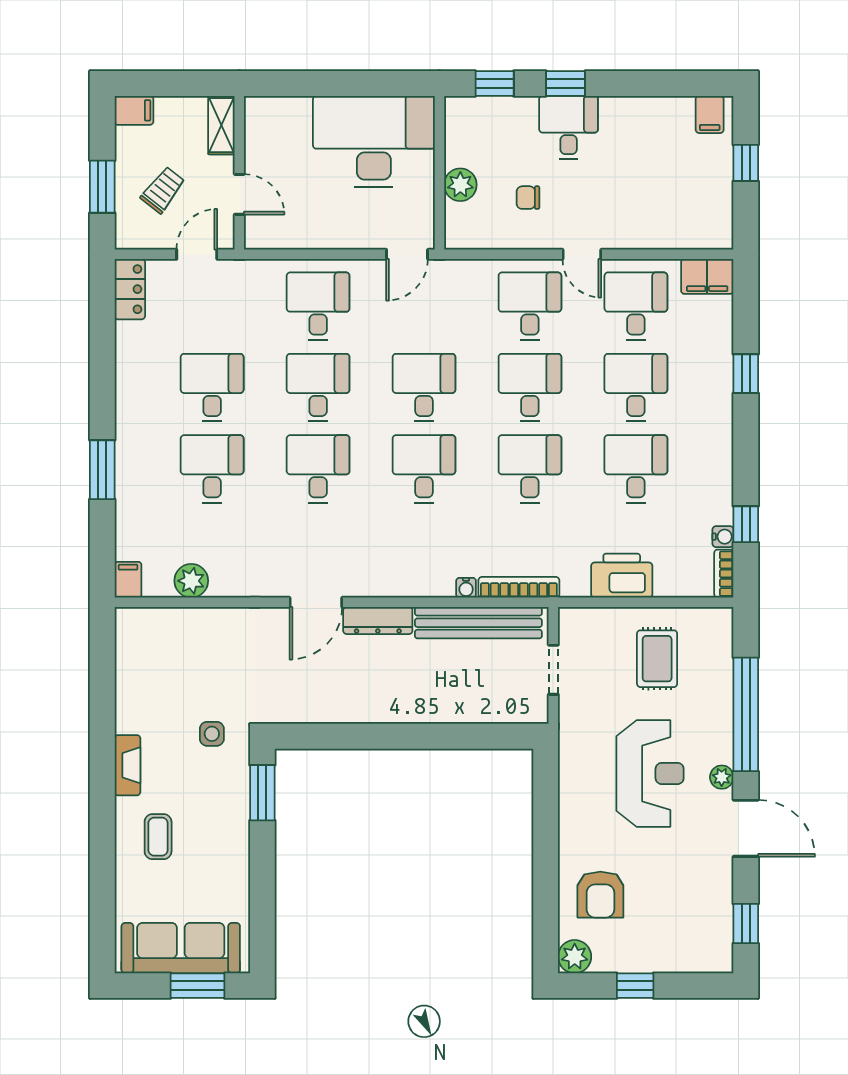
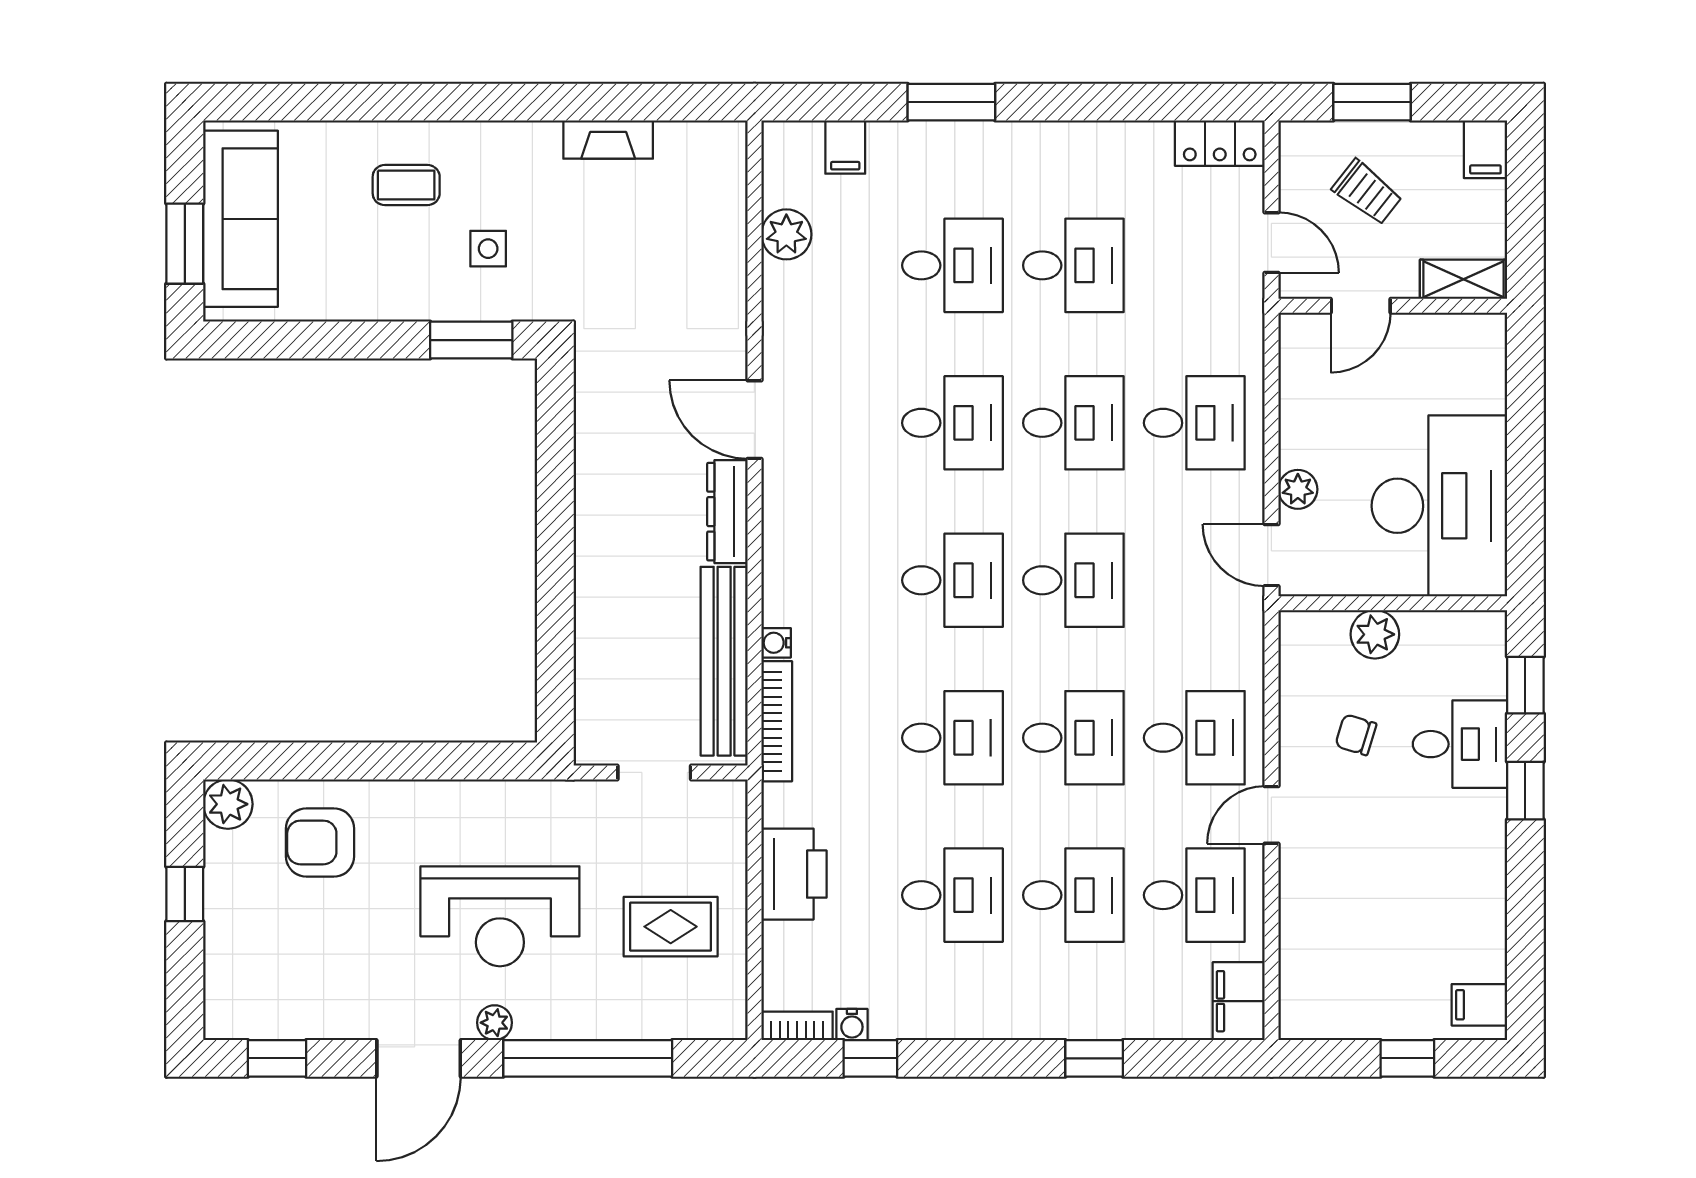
desk: (569, 128) -> (1460, 744), moved
chair: (528, 198) -> (1356, 735), turned -73
plant: (363, 237) -> (1298, 489), added
filing cabinet: (128, 580) -> (845, 147), moved, turned 90
side table: (212, 734) -> (488, 249), moved
fireplace: (127, 765) -> (608, 140), moved

